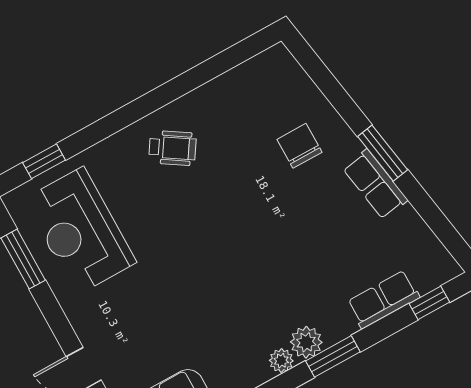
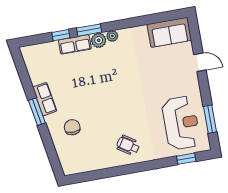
chair: (299, 146) -> (72, 127), turned 180
row of seats: (383, 300) -> (75, 44), moved
window: (429, 303) -> (61, 35), moved

